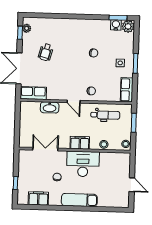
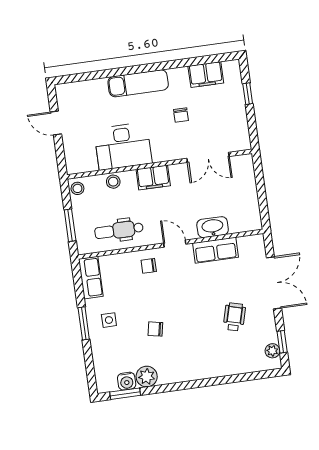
plant: (128, 26) -> (147, 377), moved
row of seats: (33, 93) -> (216, 250), moved
desk: (83, 164) -> (123, 146), moved

